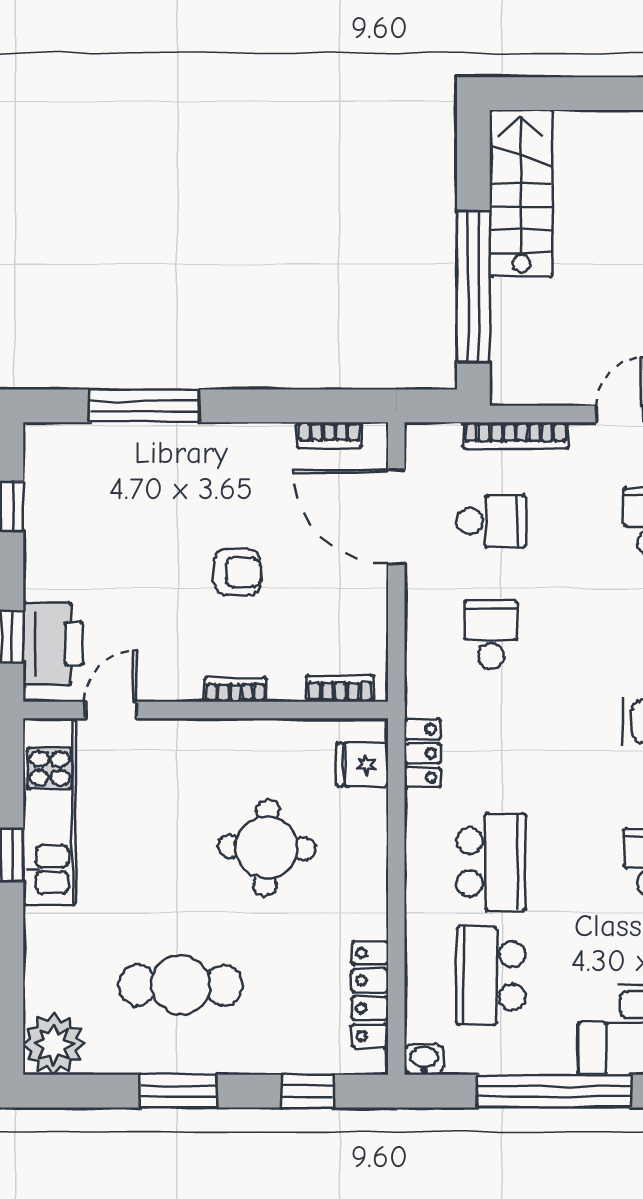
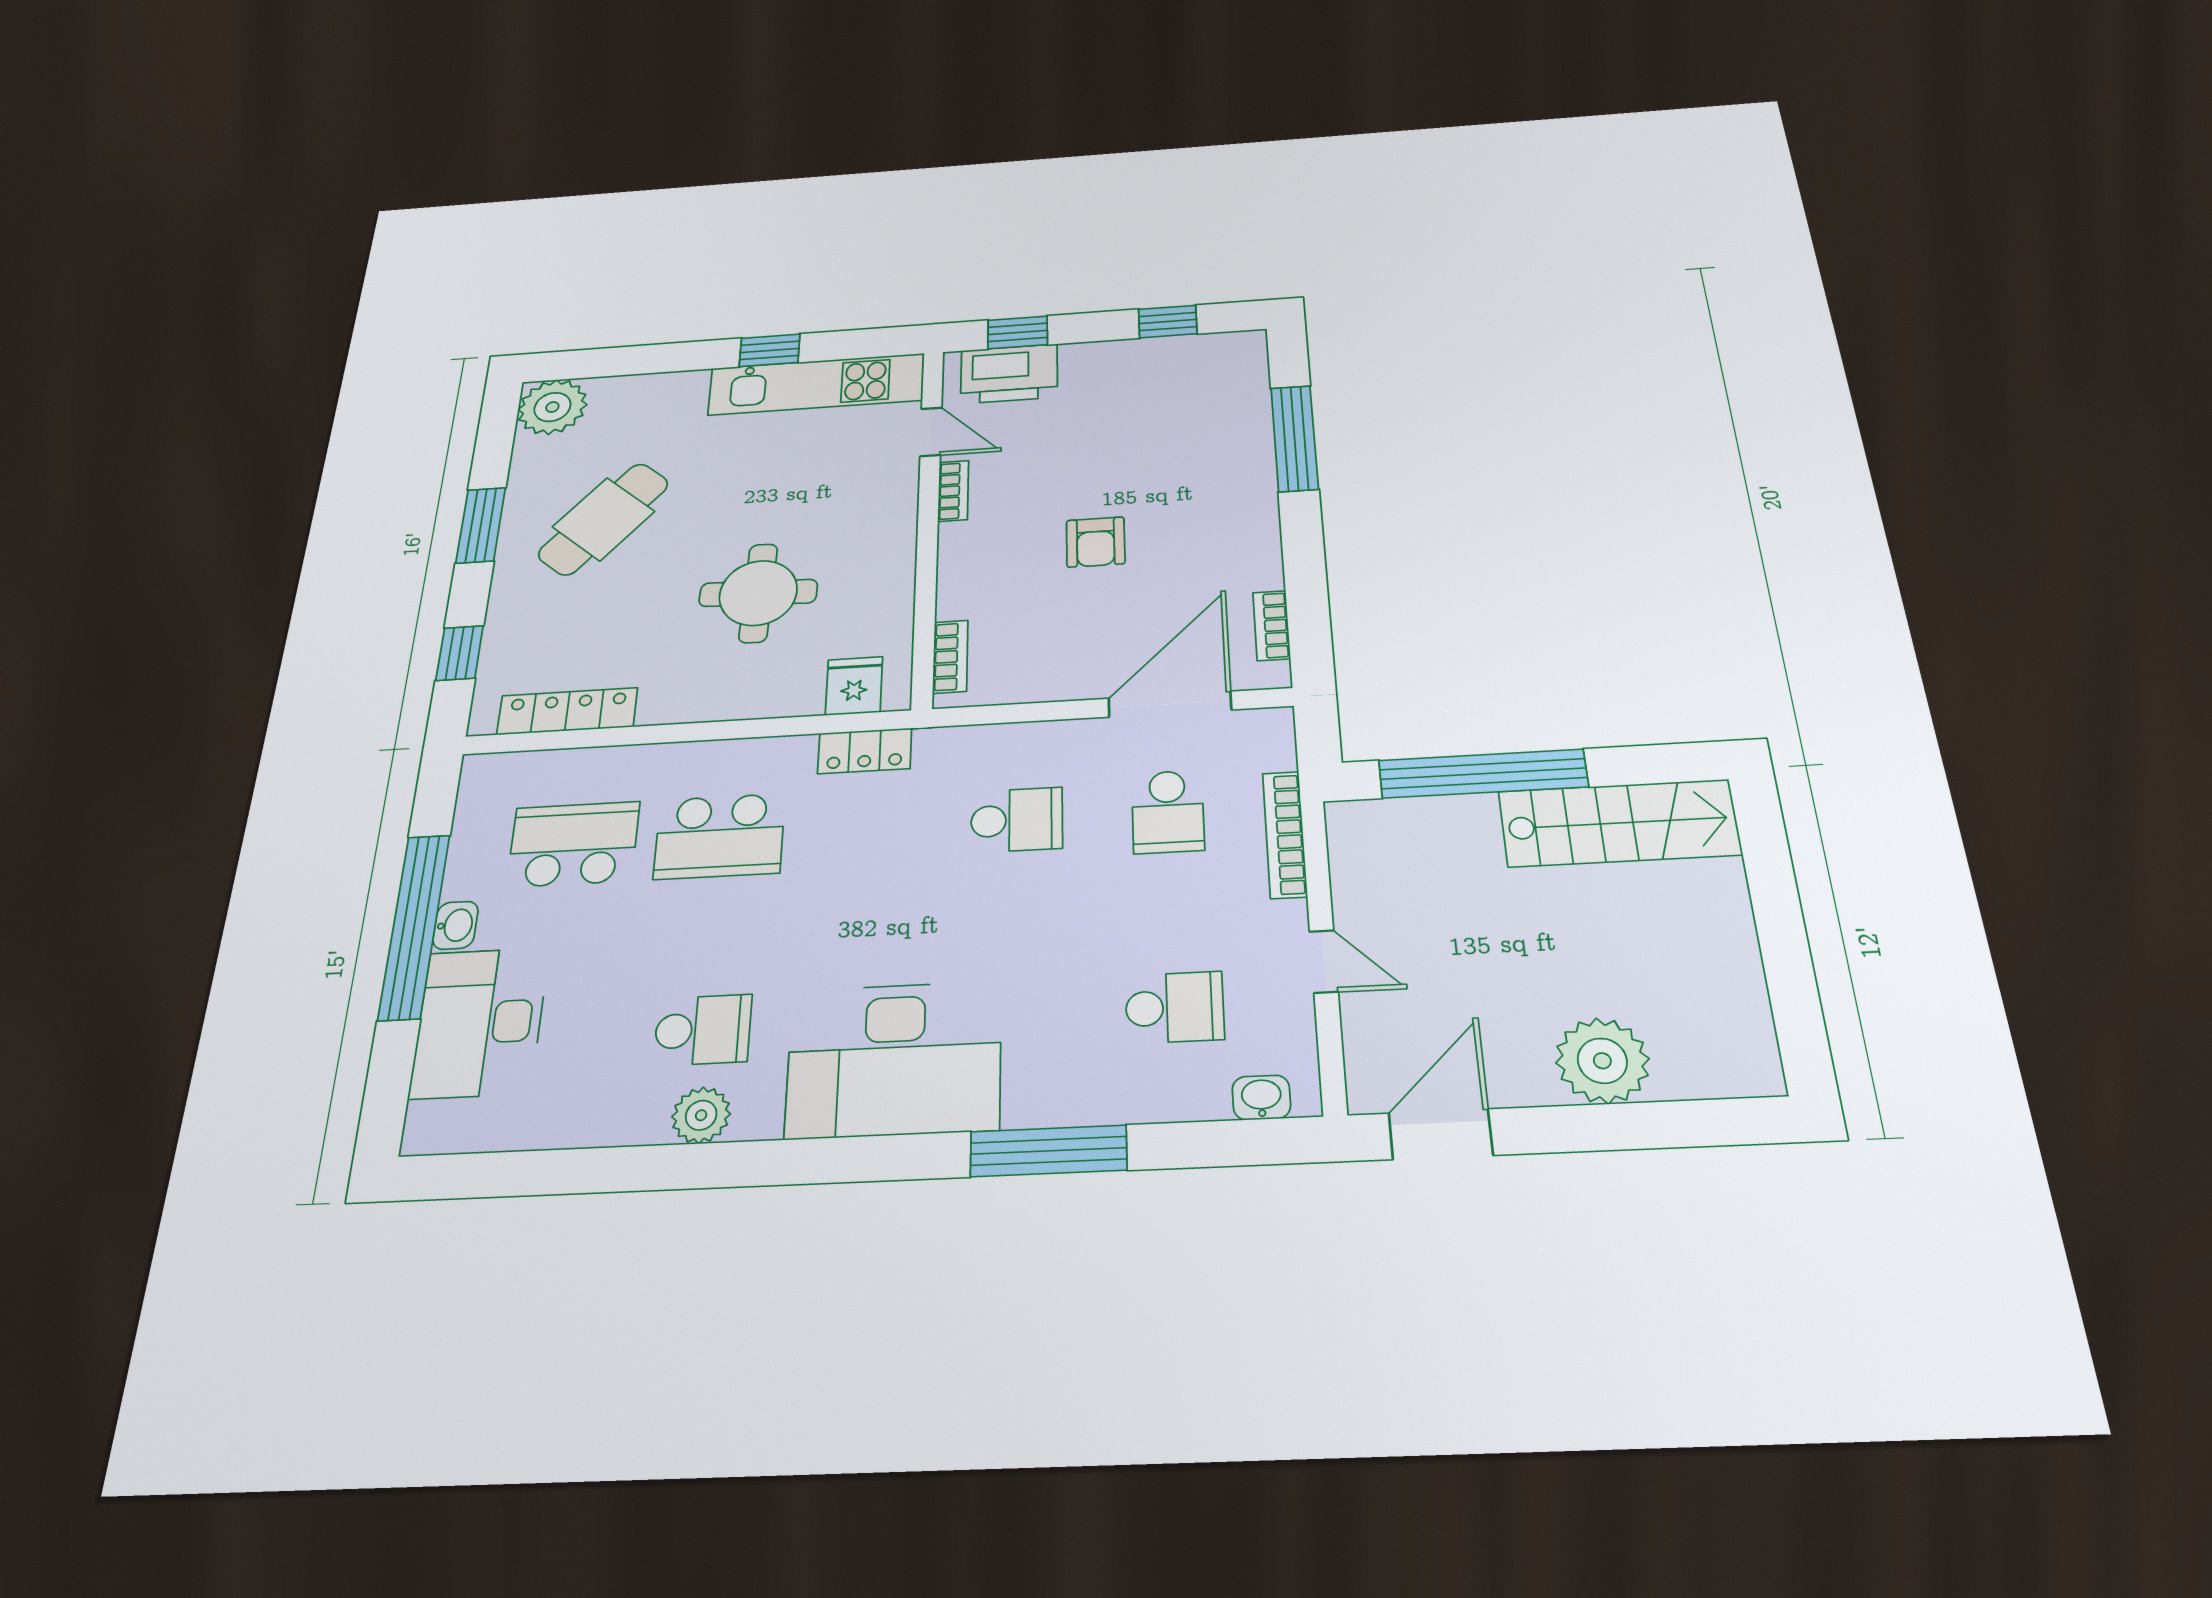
bookcase: (235, 690) -> (953, 491), moved
cafe table: (180, 985) -> (603, 519), turned 41
washbasin: (424, 1059) -> (455, 925), moved

